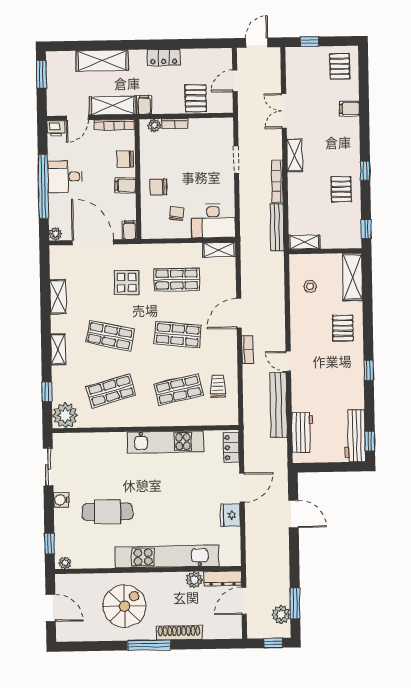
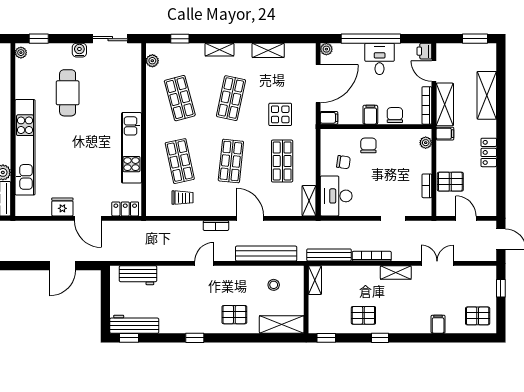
bookcase: (175, 124) -> (427, 186), moved
bench: (279, 405) -> (266, 254), moved
plant: (65, 415) -> (152, 61), width x0.53, depth x0.53

